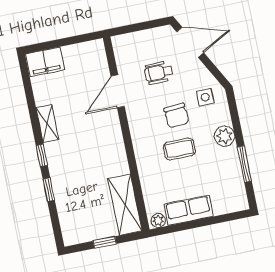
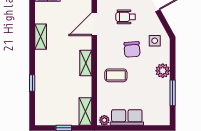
shelving: (117, 147) -> (86, 63), added
coffee table: (179, 149) -> (116, 75), moved
window: (42, 155) -> (32, 58), removed
shelving: (125, 205) -> (85, 111), width x0.67, depth x0.75

